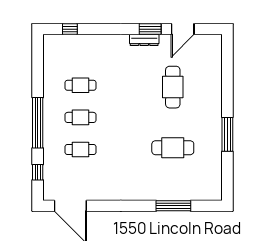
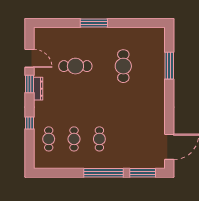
window: (70, 29) -> (30, 123), moved
window: (227, 134) -> (94, 23), moved
cafe table: (81, 149) -> (49, 139), moved
window: (38, 172) -> (143, 173), width x2.17

